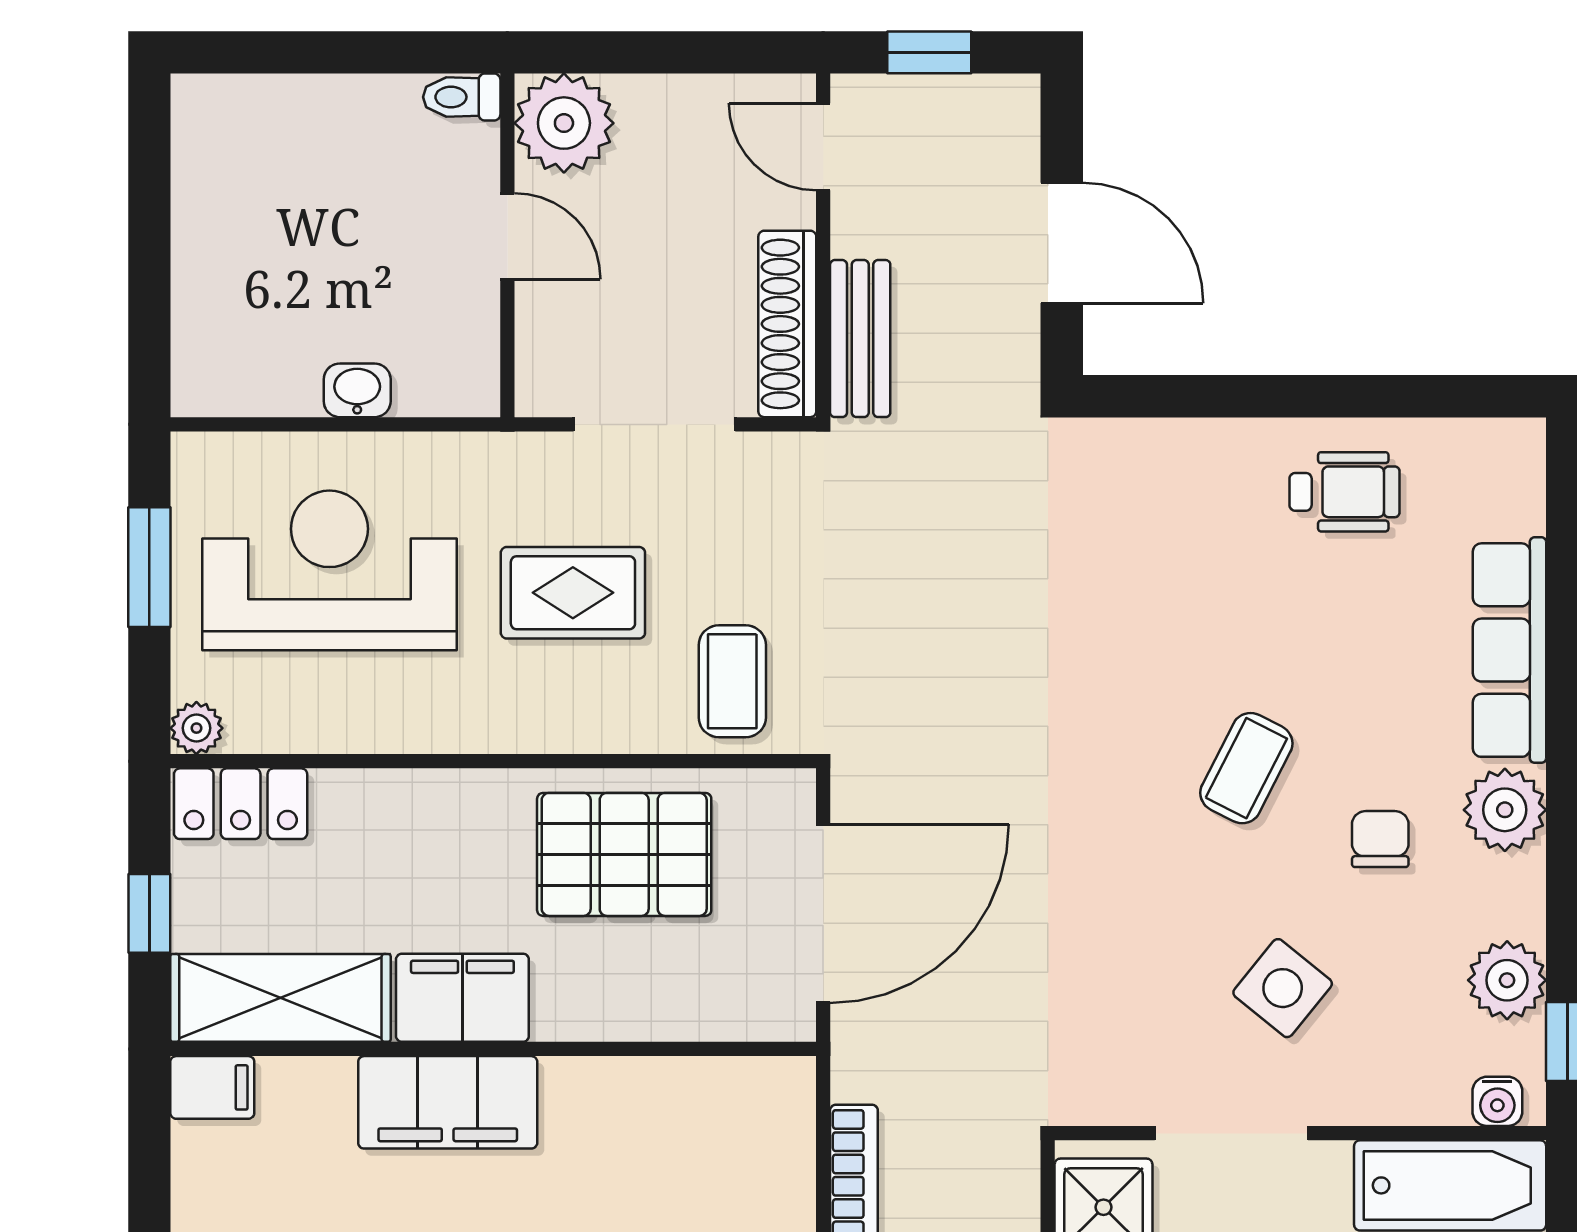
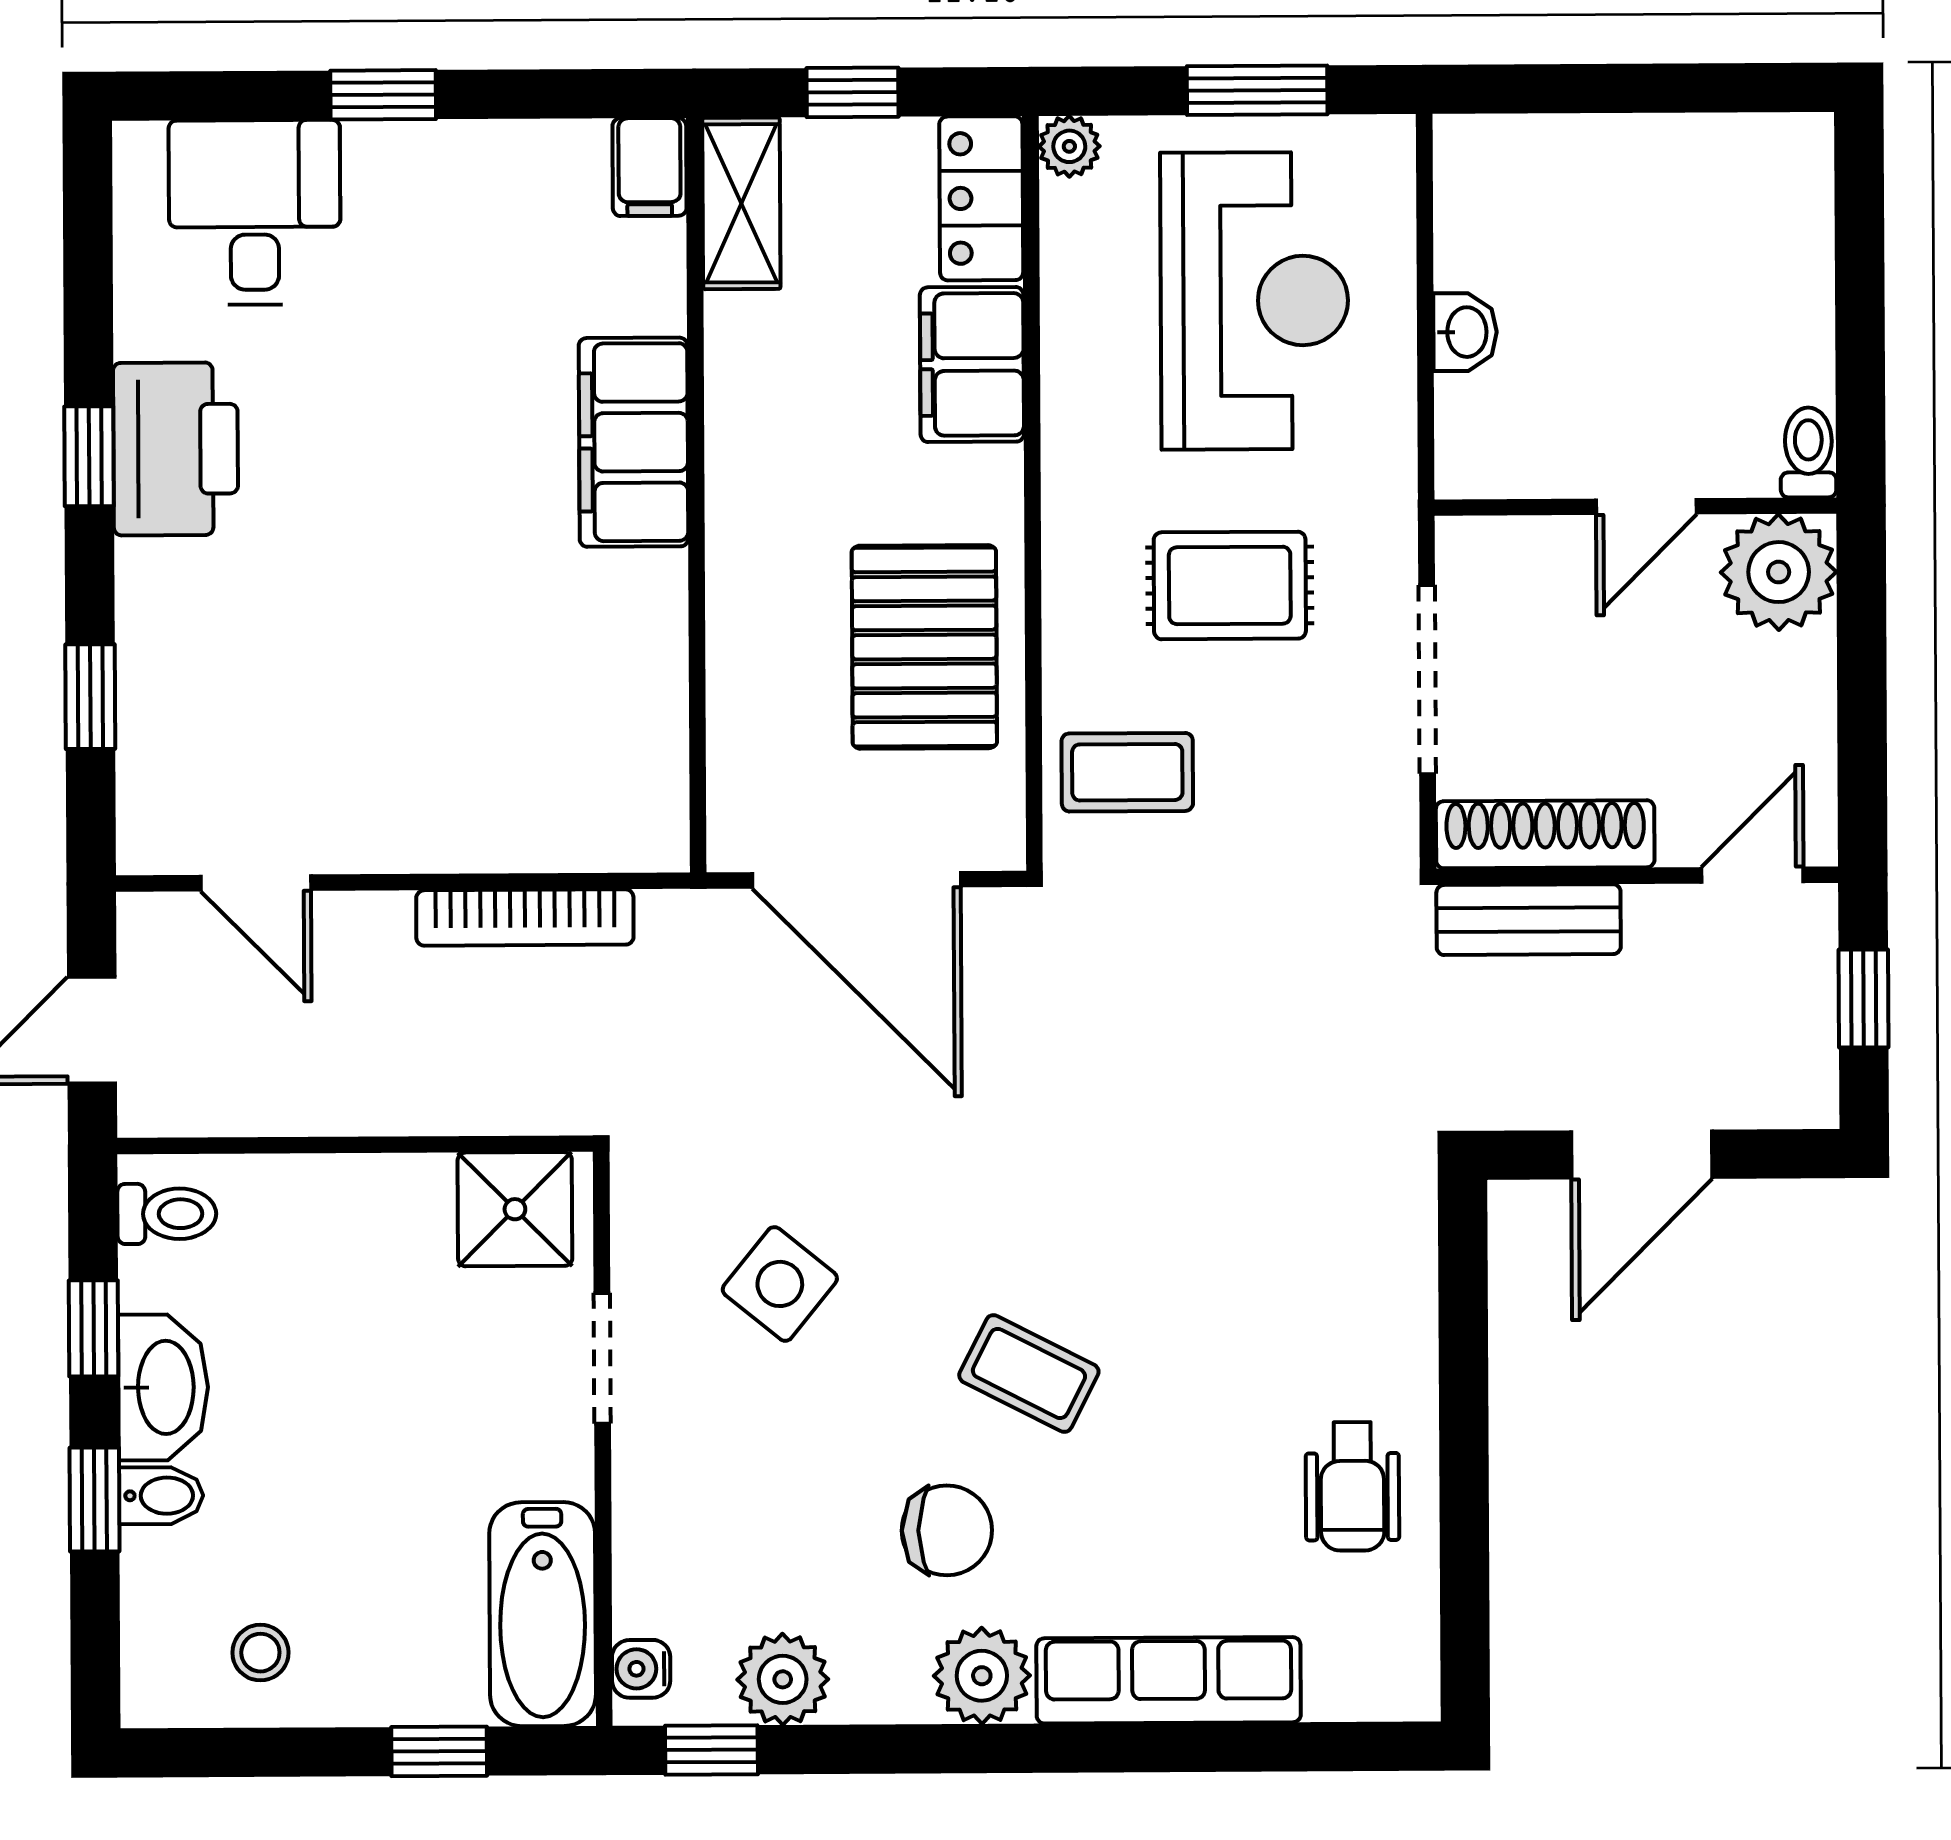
rug: (573, 593) -> (1230, 585), turned 90
chair: (1380, 839) -> (947, 1530), width x1.37, depth x1.37
side table: (1283, 988) -> (780, 1284), moved
shelving: (280, 998) -> (741, 203), width x0.67, depth x0.75
filing cabinet: (462, 998) -> (972, 364), moved, turned 180
doorway: (1231, 1133) -> (602, 1358), width x0.73

